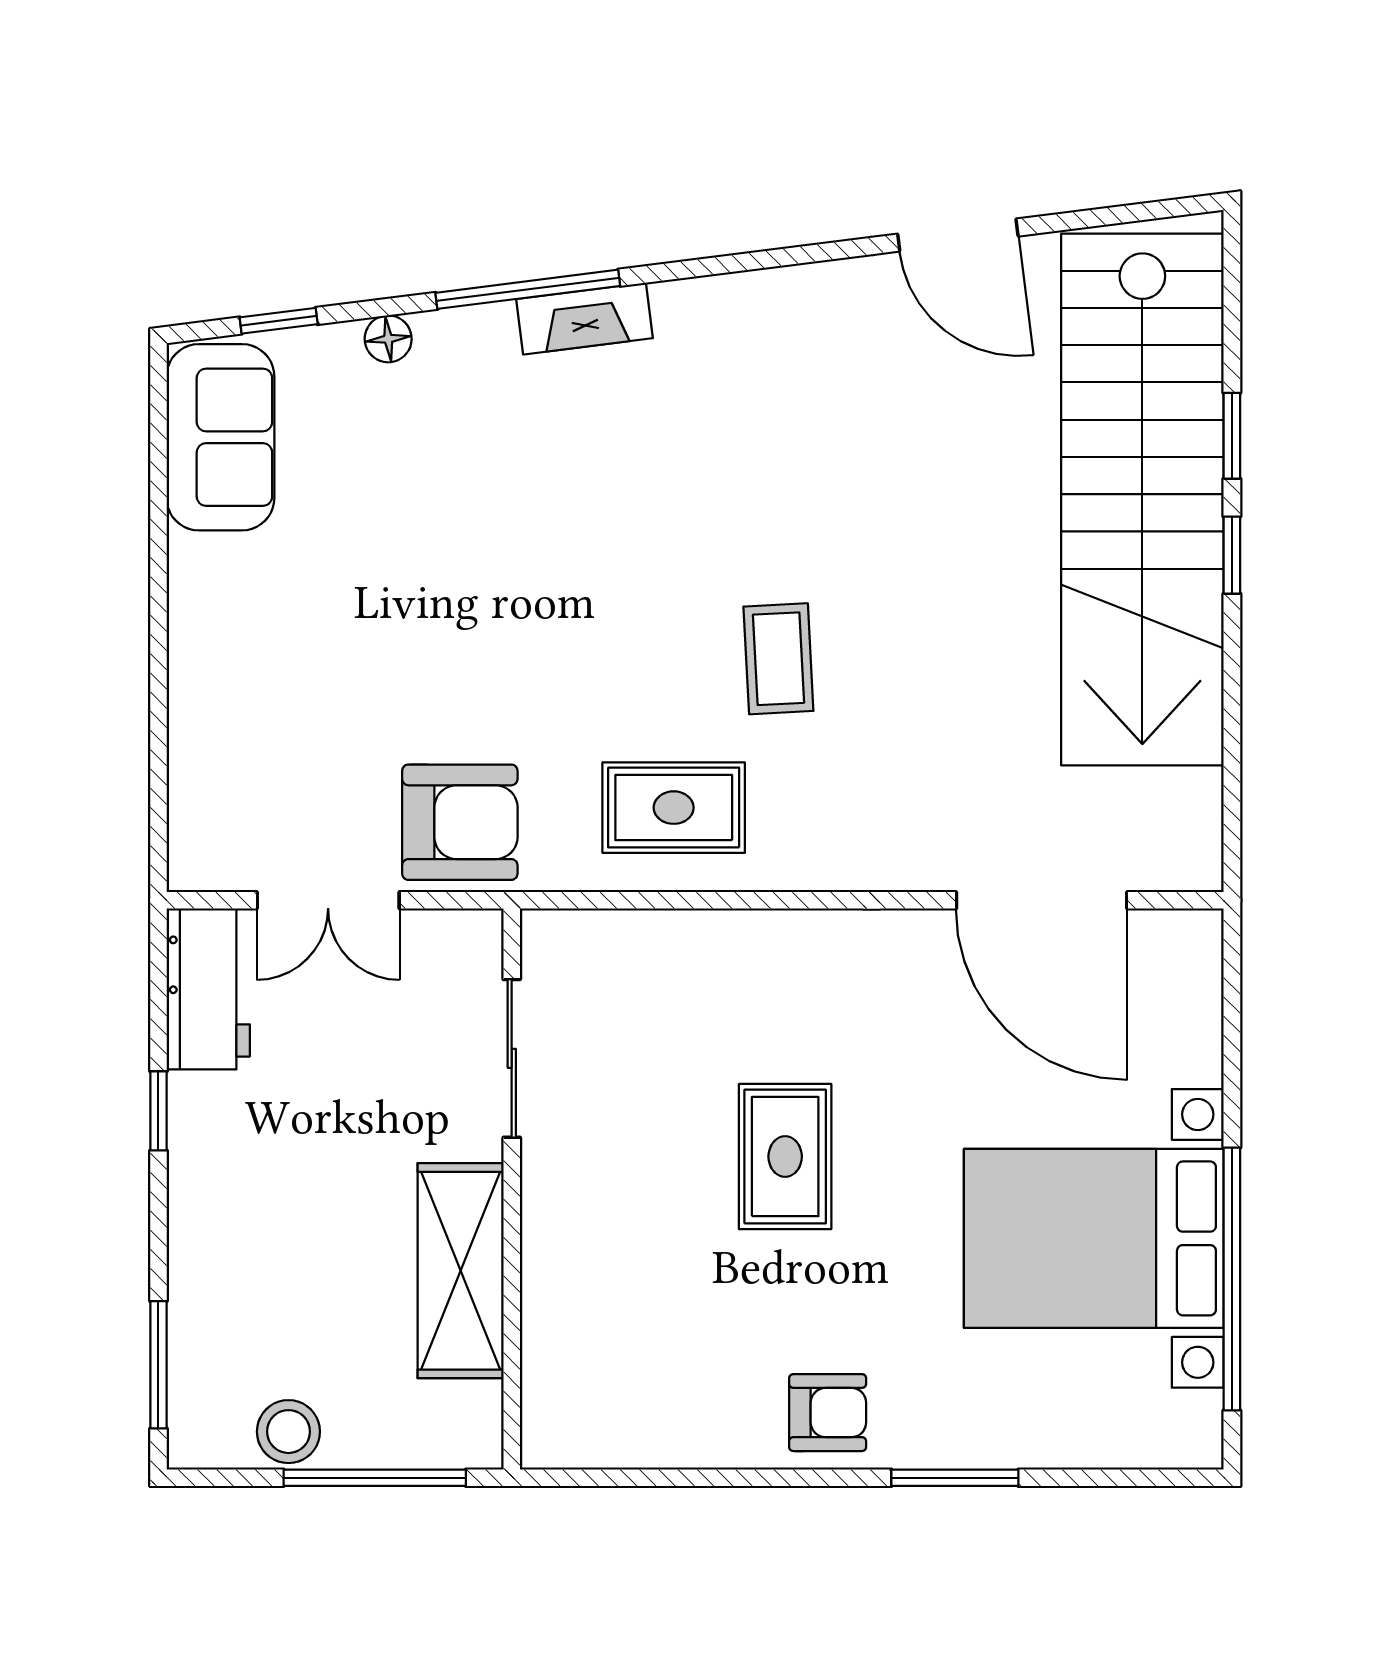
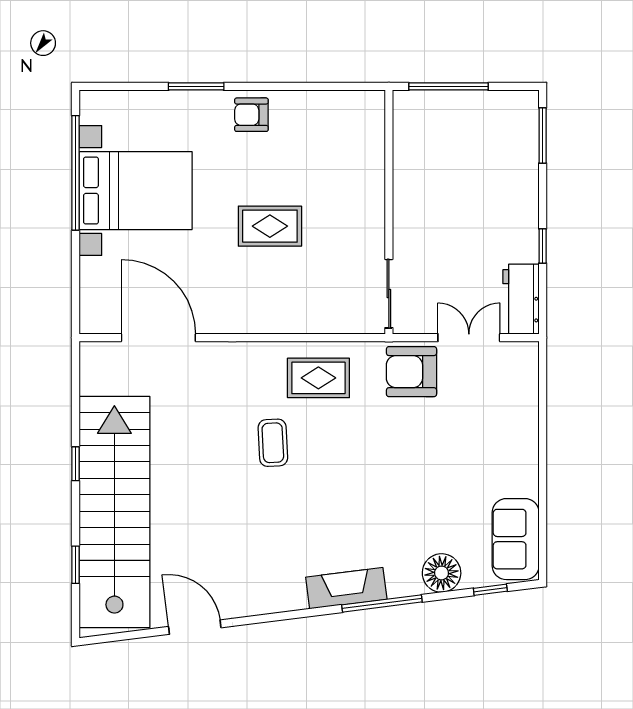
fireplace: (584, 319) -> (346, 588), width x1.37, depth x1.32
floor lamp: (388, 339) -> (442, 573), width x1.89, depth x1.89
window: (1232, 436) -> (76, 565), moved
window: (1232, 555) -> (76, 464), moved
sliding door: (512, 1058) -> (389, 294), moved
rug: (785, 1157) -> (270, 226), turned 90
shelving: (461, 1271) -> (411, 176), removed
stool: (288, 1432) -> (486, 106), removed

